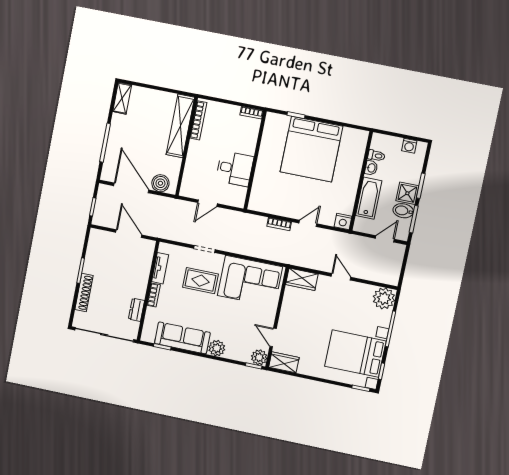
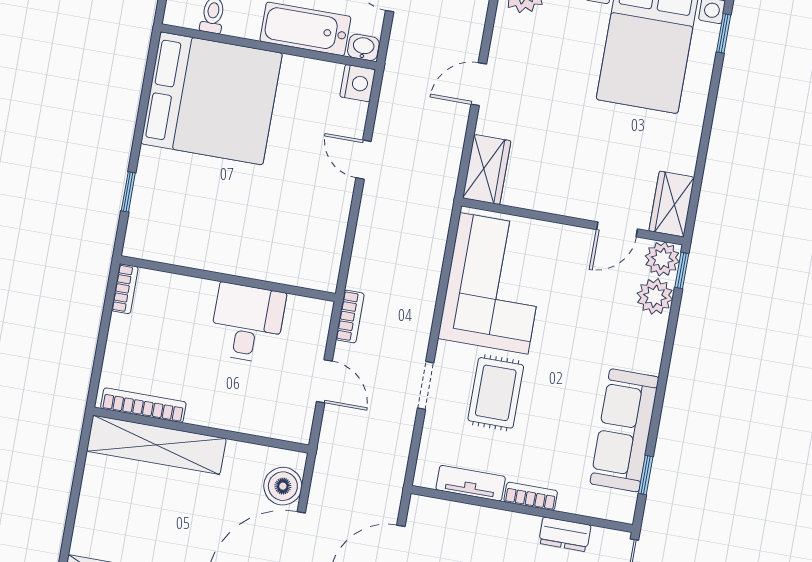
bed: (311, 149) -> (212, 98), moved
washbasin: (371, 168) -> (363, 47), moved
bookcase: (279, 224) -> (350, 317), moved
plant: (217, 348) -> (655, 296), moved

